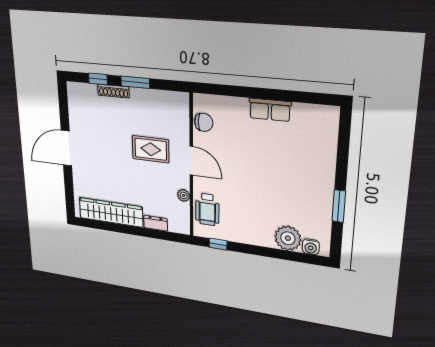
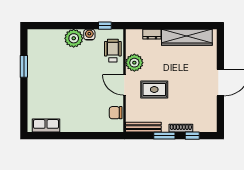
bench: (165, 97) -> (143, 127), added
row of seats: (270, 110) -> (46, 126), moved
plant: (184, 195) -> (134, 63), width x1.88, depth x1.88
plant: (288, 238) -> (74, 38), moved
water cooler: (311, 247) -> (89, 35), moved

